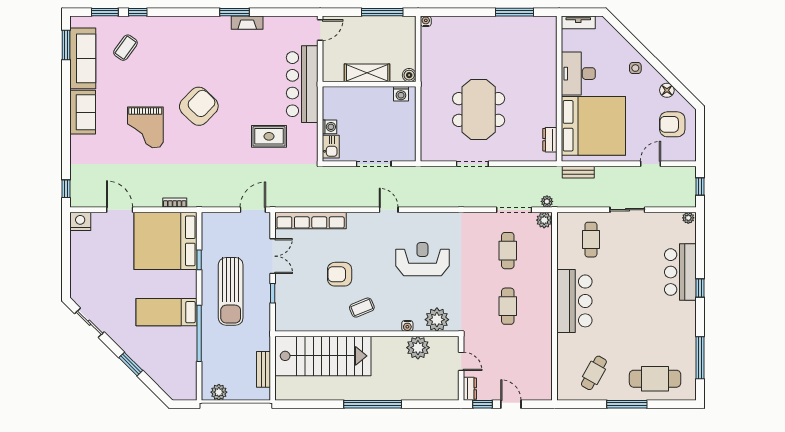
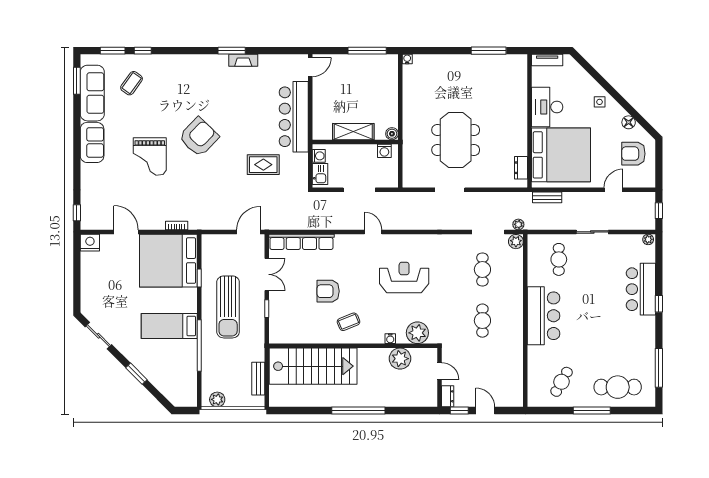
shelving: (367, 73) -> (353, 132), moved
boiler: (409, 75) -> (392, 134), moved
wall: (369, 84) -> (355, 142), moved
washing machine: (401, 94) -> (384, 151), moved

